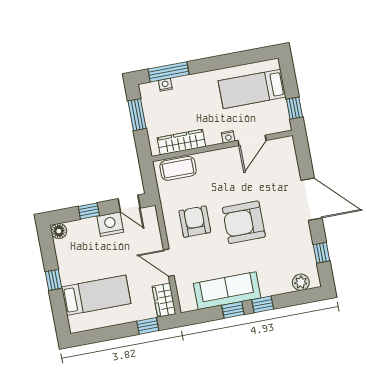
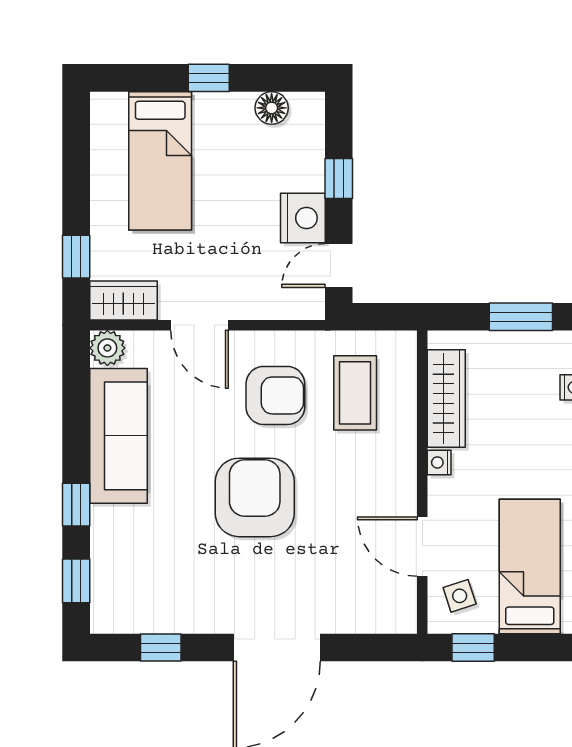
side table: (272, 119) -> (460, 596), added
nightstand: (228, 137) -> (439, 462), moved
coffee table: (178, 168) -> (355, 393), moved
floor lamp: (59, 231) -> (272, 108), moved
door: (169, 263) -> (200, 325), swing flipped
plant: (301, 282) -> (107, 348), moved
window: (233, 310) -> (76, 581), moved

